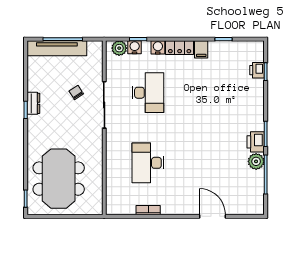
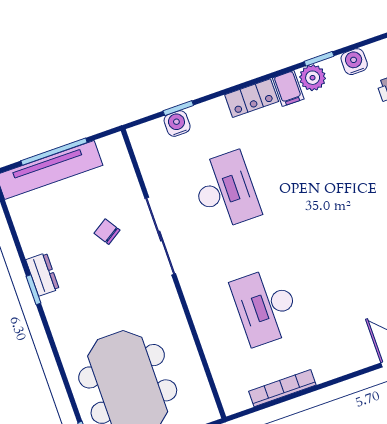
water cooler: (158, 47) -> (354, 62), moved
plant: (119, 48) -> (313, 78), moved
bookcase: (148, 210) -> (282, 388), width x1.56

